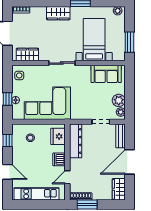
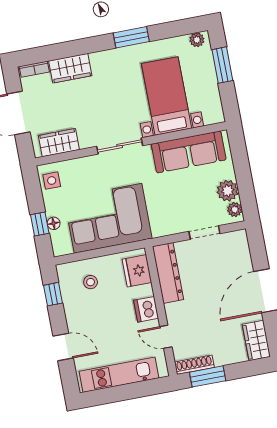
wardrobe: (58, 13) -> (70, 68), moved
window: (129, 42) -> (222, 65), moved
sofa: (106, 74) -> (189, 152), width x1.36
bench: (121, 136) -> (242, 250), removed
door: (67, 177) -> (166, 337), hinge flipped

